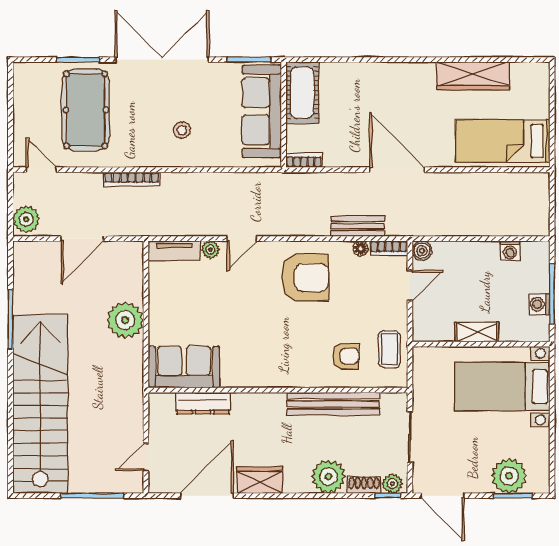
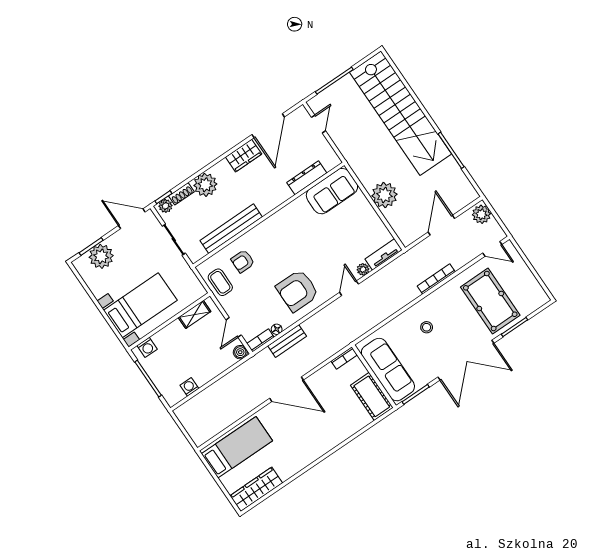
wardrobe: (473, 76) -> (256, 489), moved
washing machine: (539, 304) -> (147, 347), moved, turned 90
shelving: (477, 332) -> (195, 314), moved

